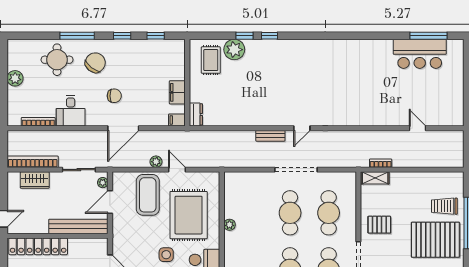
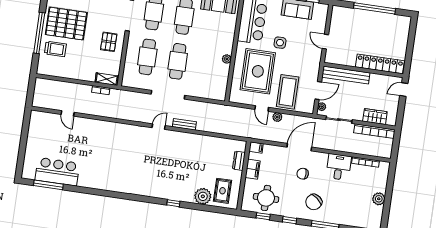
window: (244, 36) -> (193, 206), removed
round table: (57, 60) -> (266, 198), moved
dresser: (196, 114) -> (239, 161), moved
pallet: (379, 225) -> (109, 42), turned 90

